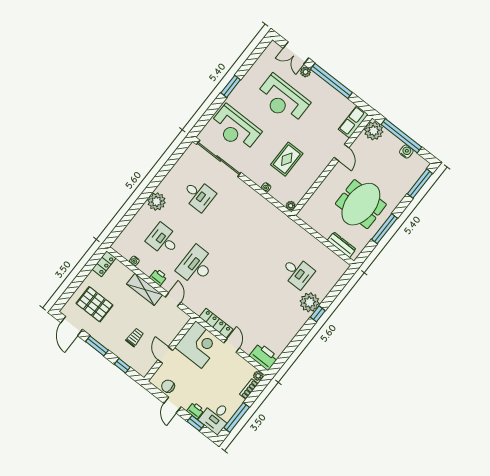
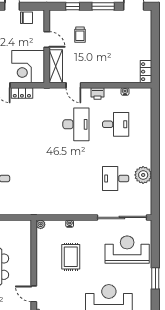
plant: (157, 201) -> (143, 175), moved
shelving: (145, 289) -> (56, 66), moved, turned 90
pallet: (95, 304) -> (129, 36), removed
locker: (216, 323) -> (22, 93), width x0.66

